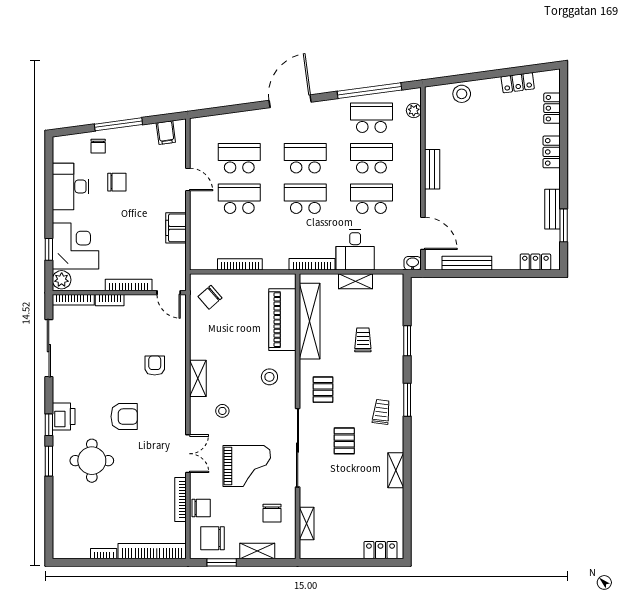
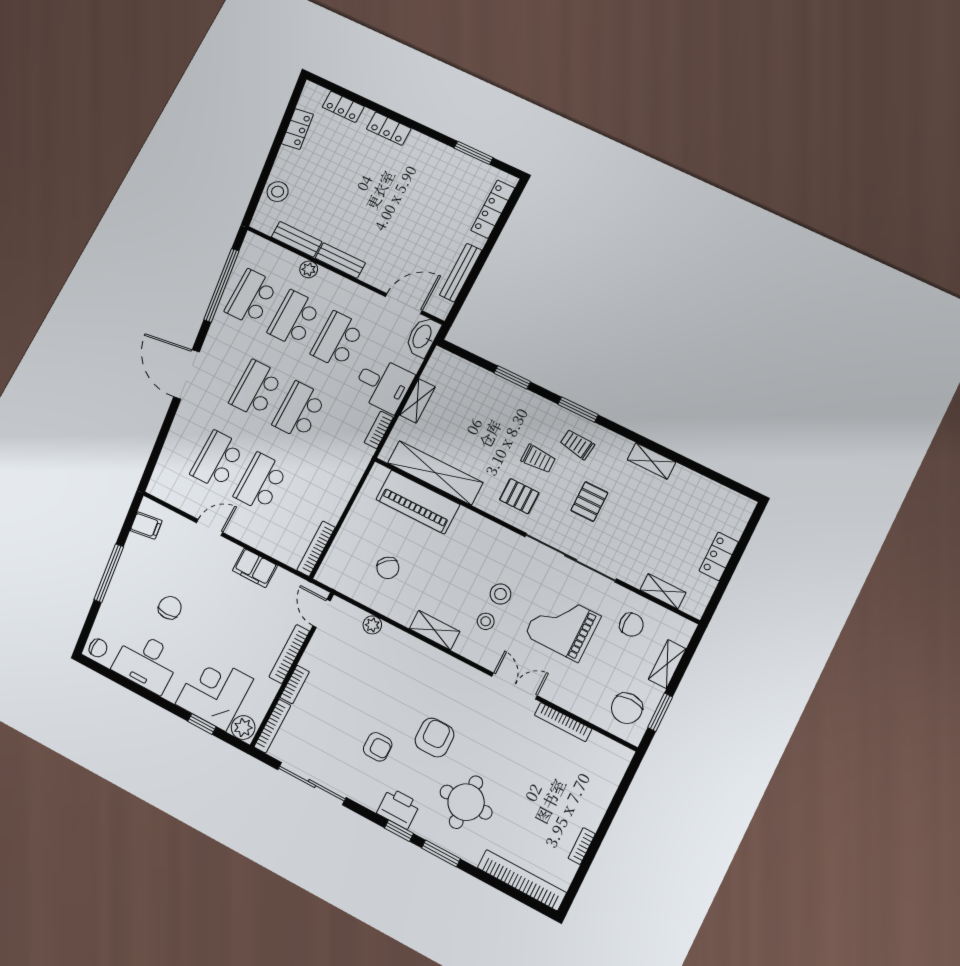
plant: (414, 110) -> (309, 269), moved
chair: (98, 146) -> (98, 648), moved
bench: (553, 209) -> (297, 239), moved
locker: (535, 262) -> (493, 209), width x1.53
washbasin: (413, 263) -> (423, 337), width x1.91, depth x1.45
bookcase: (240, 264) -> (316, 549), moved
bookcase: (312, 264) -> (379, 430), width x0.64
door: (169, 293) -> (322, 613), swing flipped
chair: (210, 297) -> (388, 568), moved
plant: (179, 333) -> (372, 625), added
trolley: (363, 340) -> (538, 459), moved, turned 180
armchair: (155, 365) -> (378, 747), moved, turned 180
stool: (269, 377) -> (500, 594), moved
pallet: (344, 441) -> (589, 502), turned 90
grand piano: (247, 466) -> (563, 626), turned -90
chair: (201, 508) -> (585, 703), removed
locker: (380, 550) -> (719, 556), moved
bookcase: (152, 551) -> (522, 880), moved, turned 90

